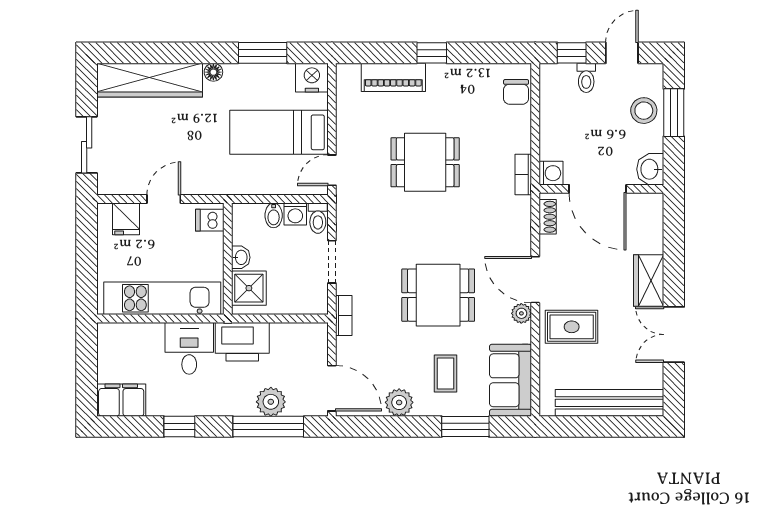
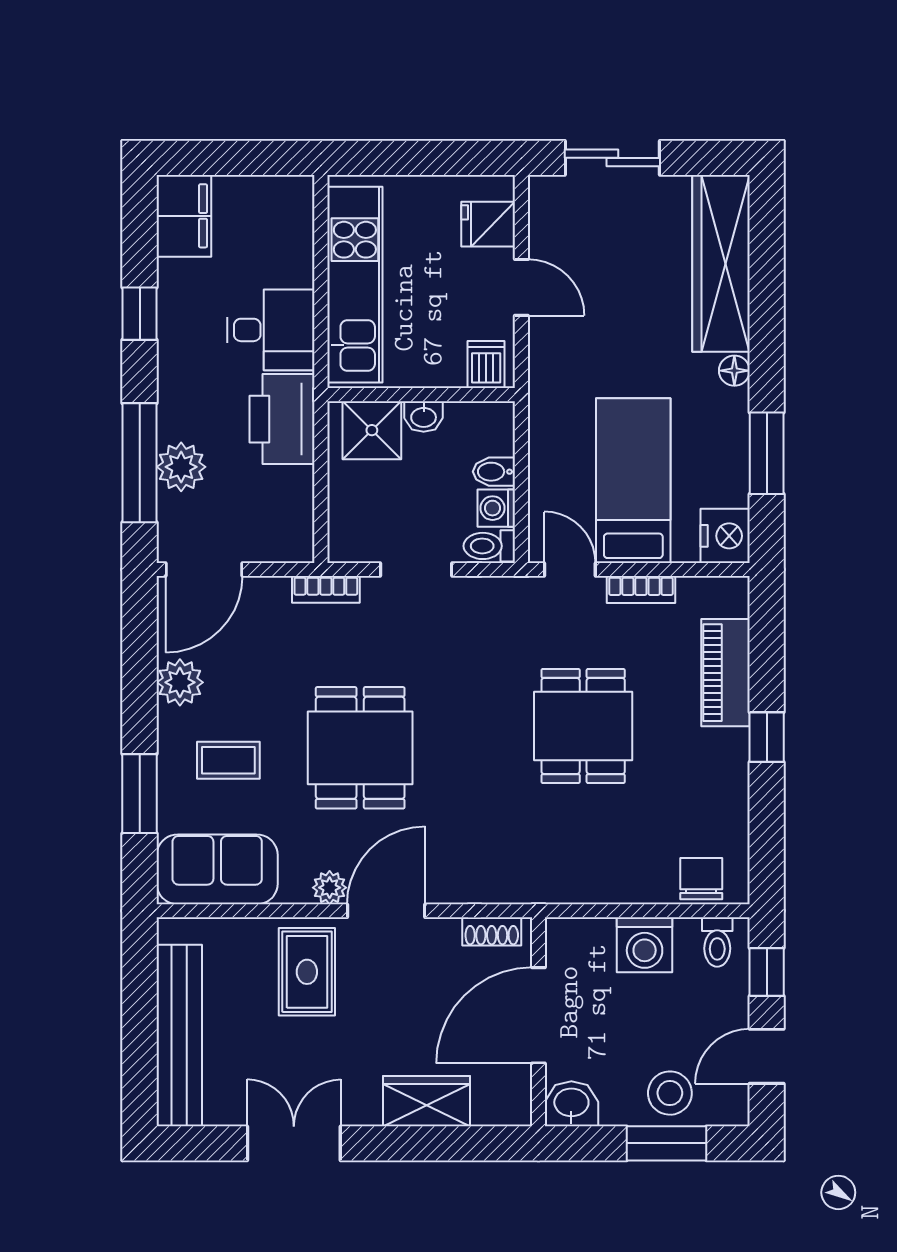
door: (622, 53) -> (767, 1056), swing flipped
toilet: (586, 78) -> (717, 942), moved, turned -90
chair: (516, 92) -> (701, 879), turned 90
washing machine: (551, 173) -> (645, 945), moved, width x1.38, depth x1.38
bookcase: (523, 174) -> (641, 590), moved, turned 180
wardrobe: (649, 281) -> (427, 1101), moved

